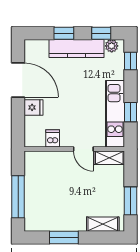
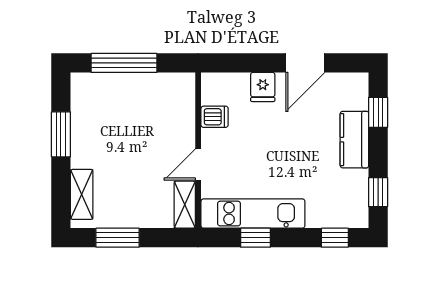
window: (64, 33) -> (378, 112), moved
plant: (112, 46) -> (358, 208), removed
kitchen counter: (76, 48) -> (354, 140), width x0.67
door: (18, 80) -> (305, 63), width x0.73

